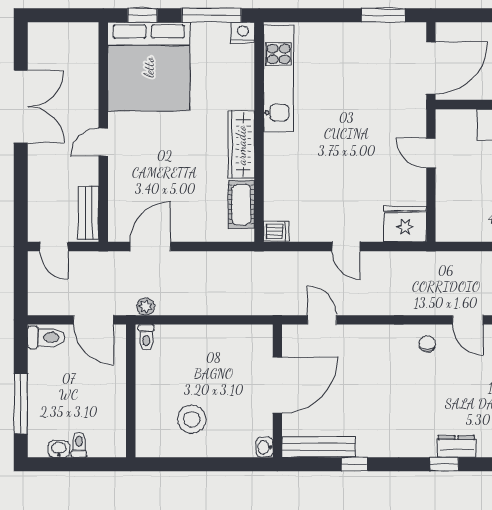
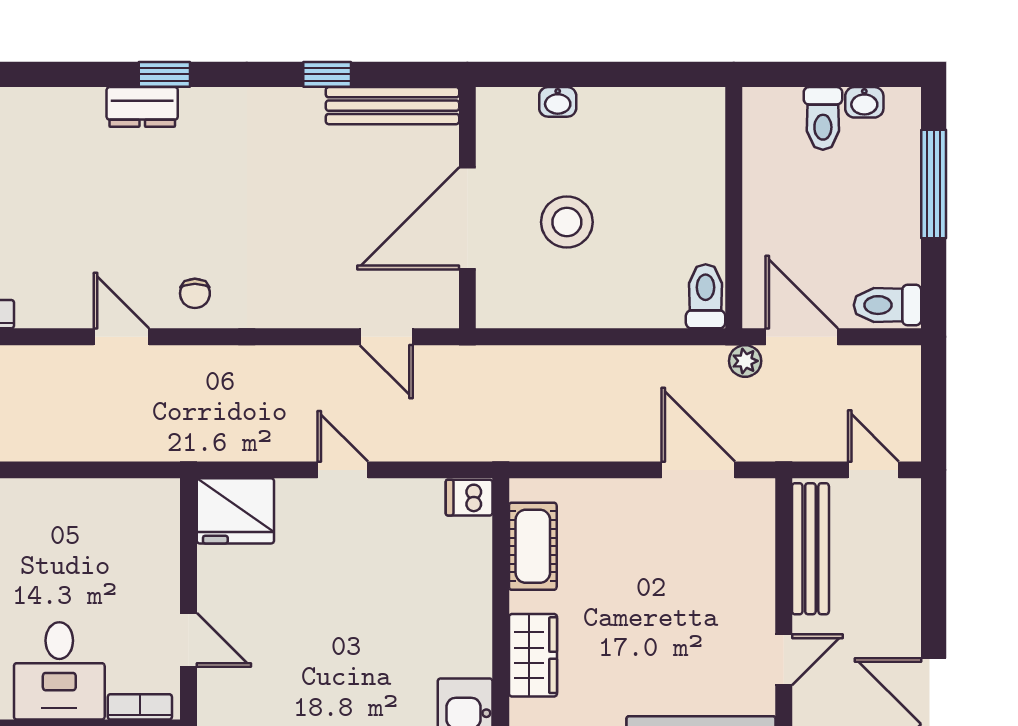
bookcase: (458, 116) -> (140, 707), added
wardrobe: (241, 145) -> (533, 655), width x0.67
bench: (89, 213) -> (810, 549), width x1.36
door: (150, 247) -> (698, 470), swing flipped
plant: (146, 307) -> (745, 361), moved
toilet: (146, 337) -> (706, 296), width x1.37, depth x1.39
stool: (192, 419) -> (567, 222), moved
toilet: (79, 445) -> (823, 118), width x1.37, depth x1.39
washbasin: (265, 447) -> (558, 102), moved, turned 90

